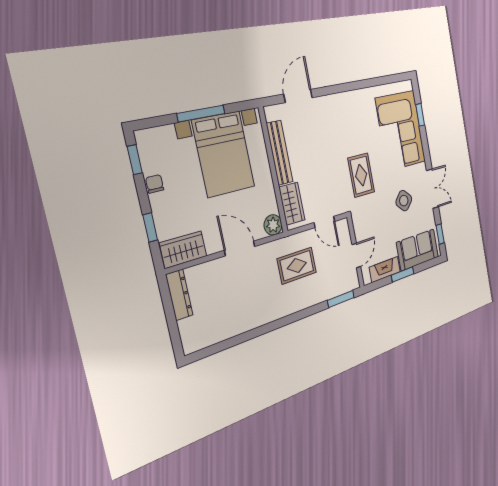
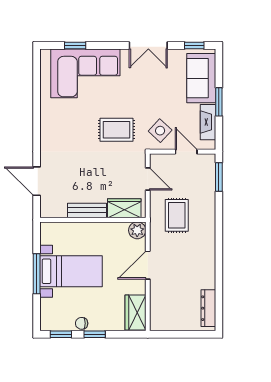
bench: (280, 153) -> (87, 210), width x0.73
bed with nightstands: (224, 154) -> (71, 271), width x0.73
double door: (432, 189) -> (148, 45), swing flipped
side table: (404, 201) -> (160, 131), moved
door: (324, 222) -> (148, 179), hinge flipped
window: (150, 227) -> (95, 334), moved
dresser: (179, 295) -> (208, 308), moved, turned -90

